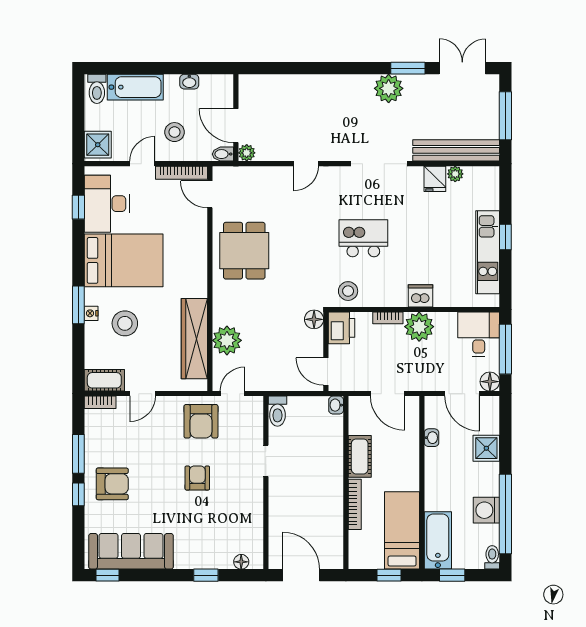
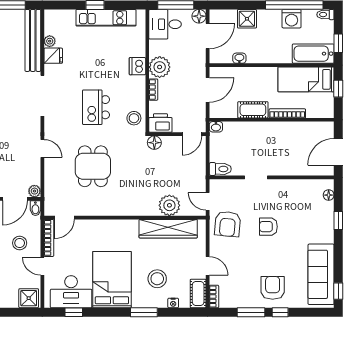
dining table: (244, 251) -> (93, 166), moved, turned 90
nightstand: (91, 313) -> (173, 303), moved
armchair: (201, 421) -> (228, 224), turned 95

